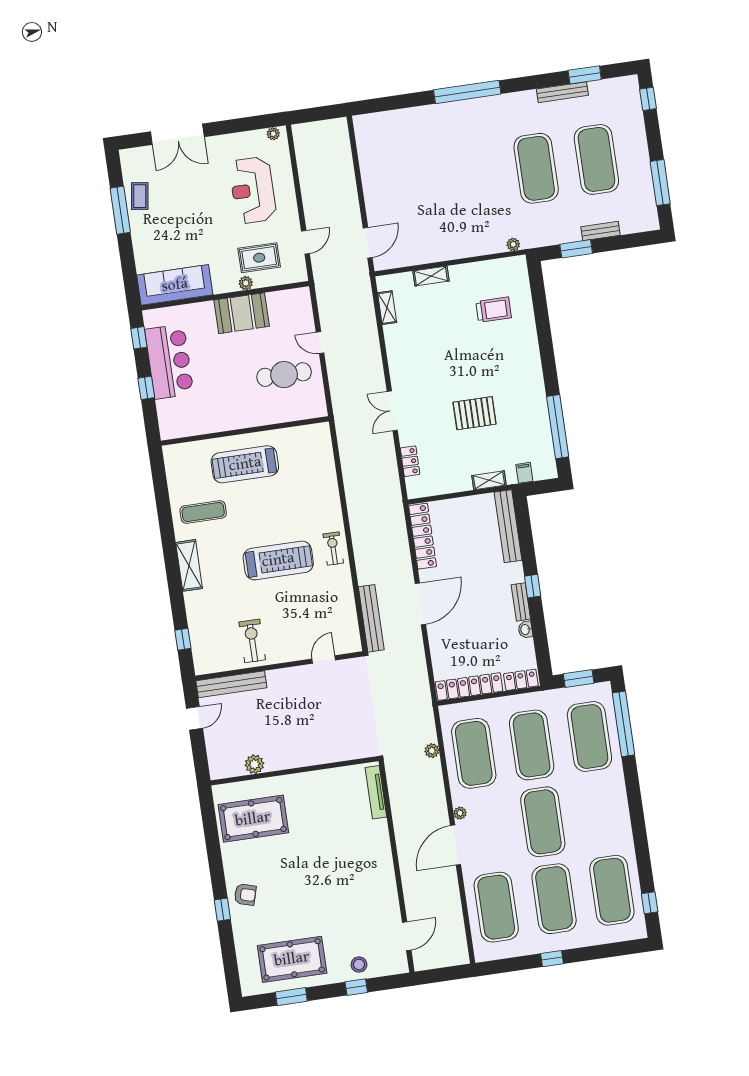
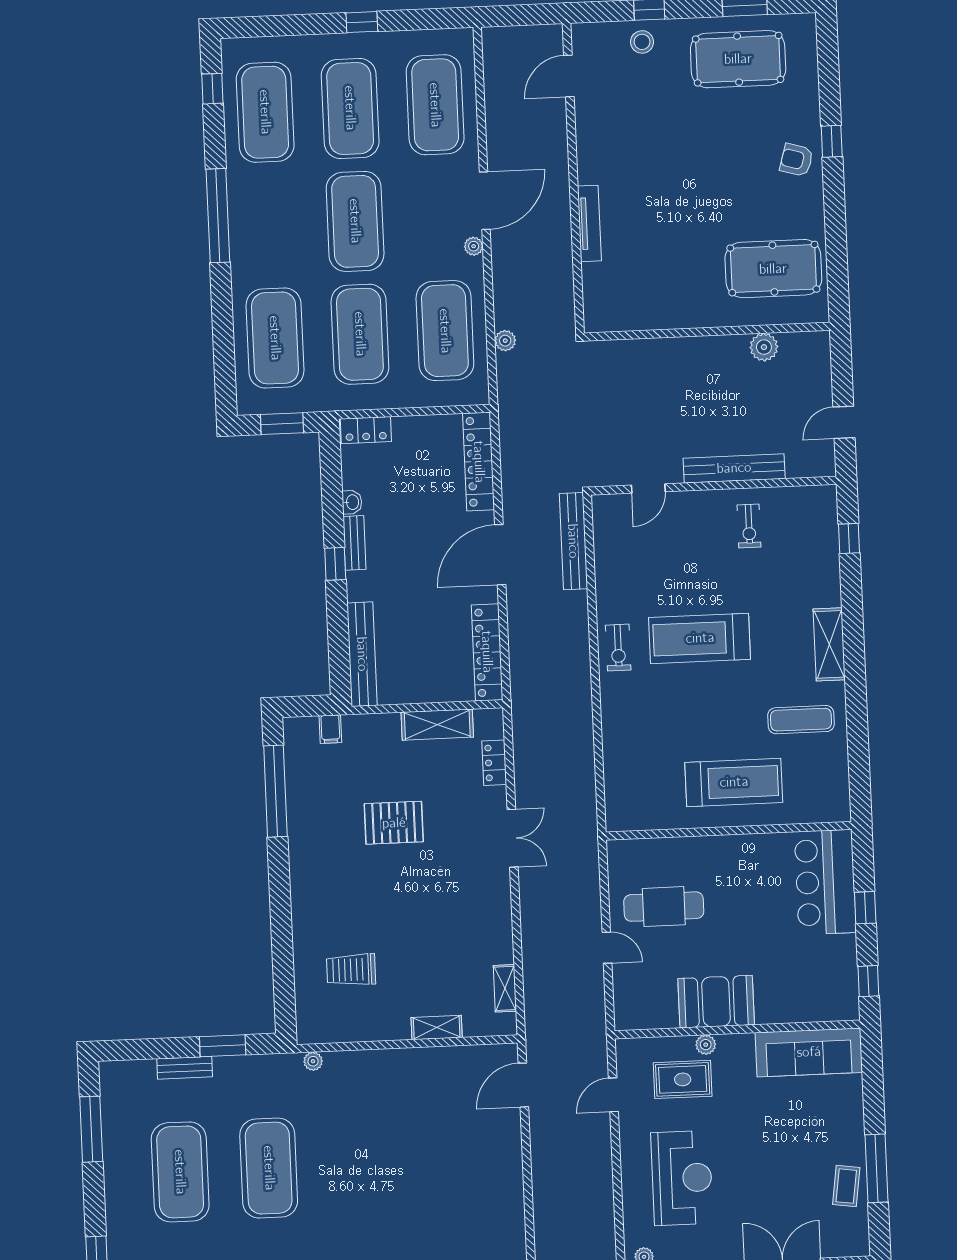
bar counter: (169, 362) -> (825, 882), moved
shelving: (489, 480) -> (437, 725), moved, width x1.50, depth x1.33
exercise bike: (252, 641) -> (749, 526), width x0.73, depth x0.72
bench: (231, 684) -> (734, 468), moved
locker: (469, 687) -> (479, 462), moved, turned 90
window: (624, 724) -> (218, 216), moved
tv unit: (376, 792) -> (589, 223), moved

